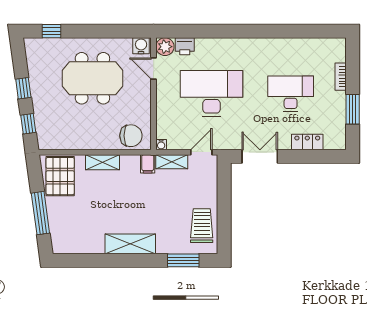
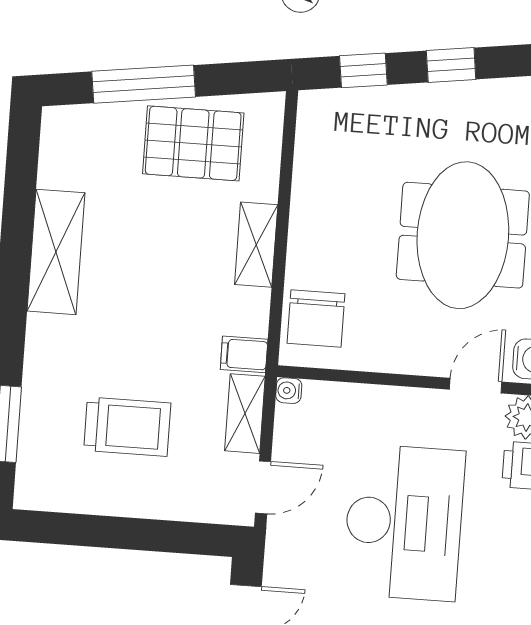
door: (201, 152) -> (263, 487), hinge flipped
pallet: (60, 176) -> (193, 143), moved
trolley: (202, 226) -> (127, 427), moved
shelving: (130, 244) -> (56, 252), moved

